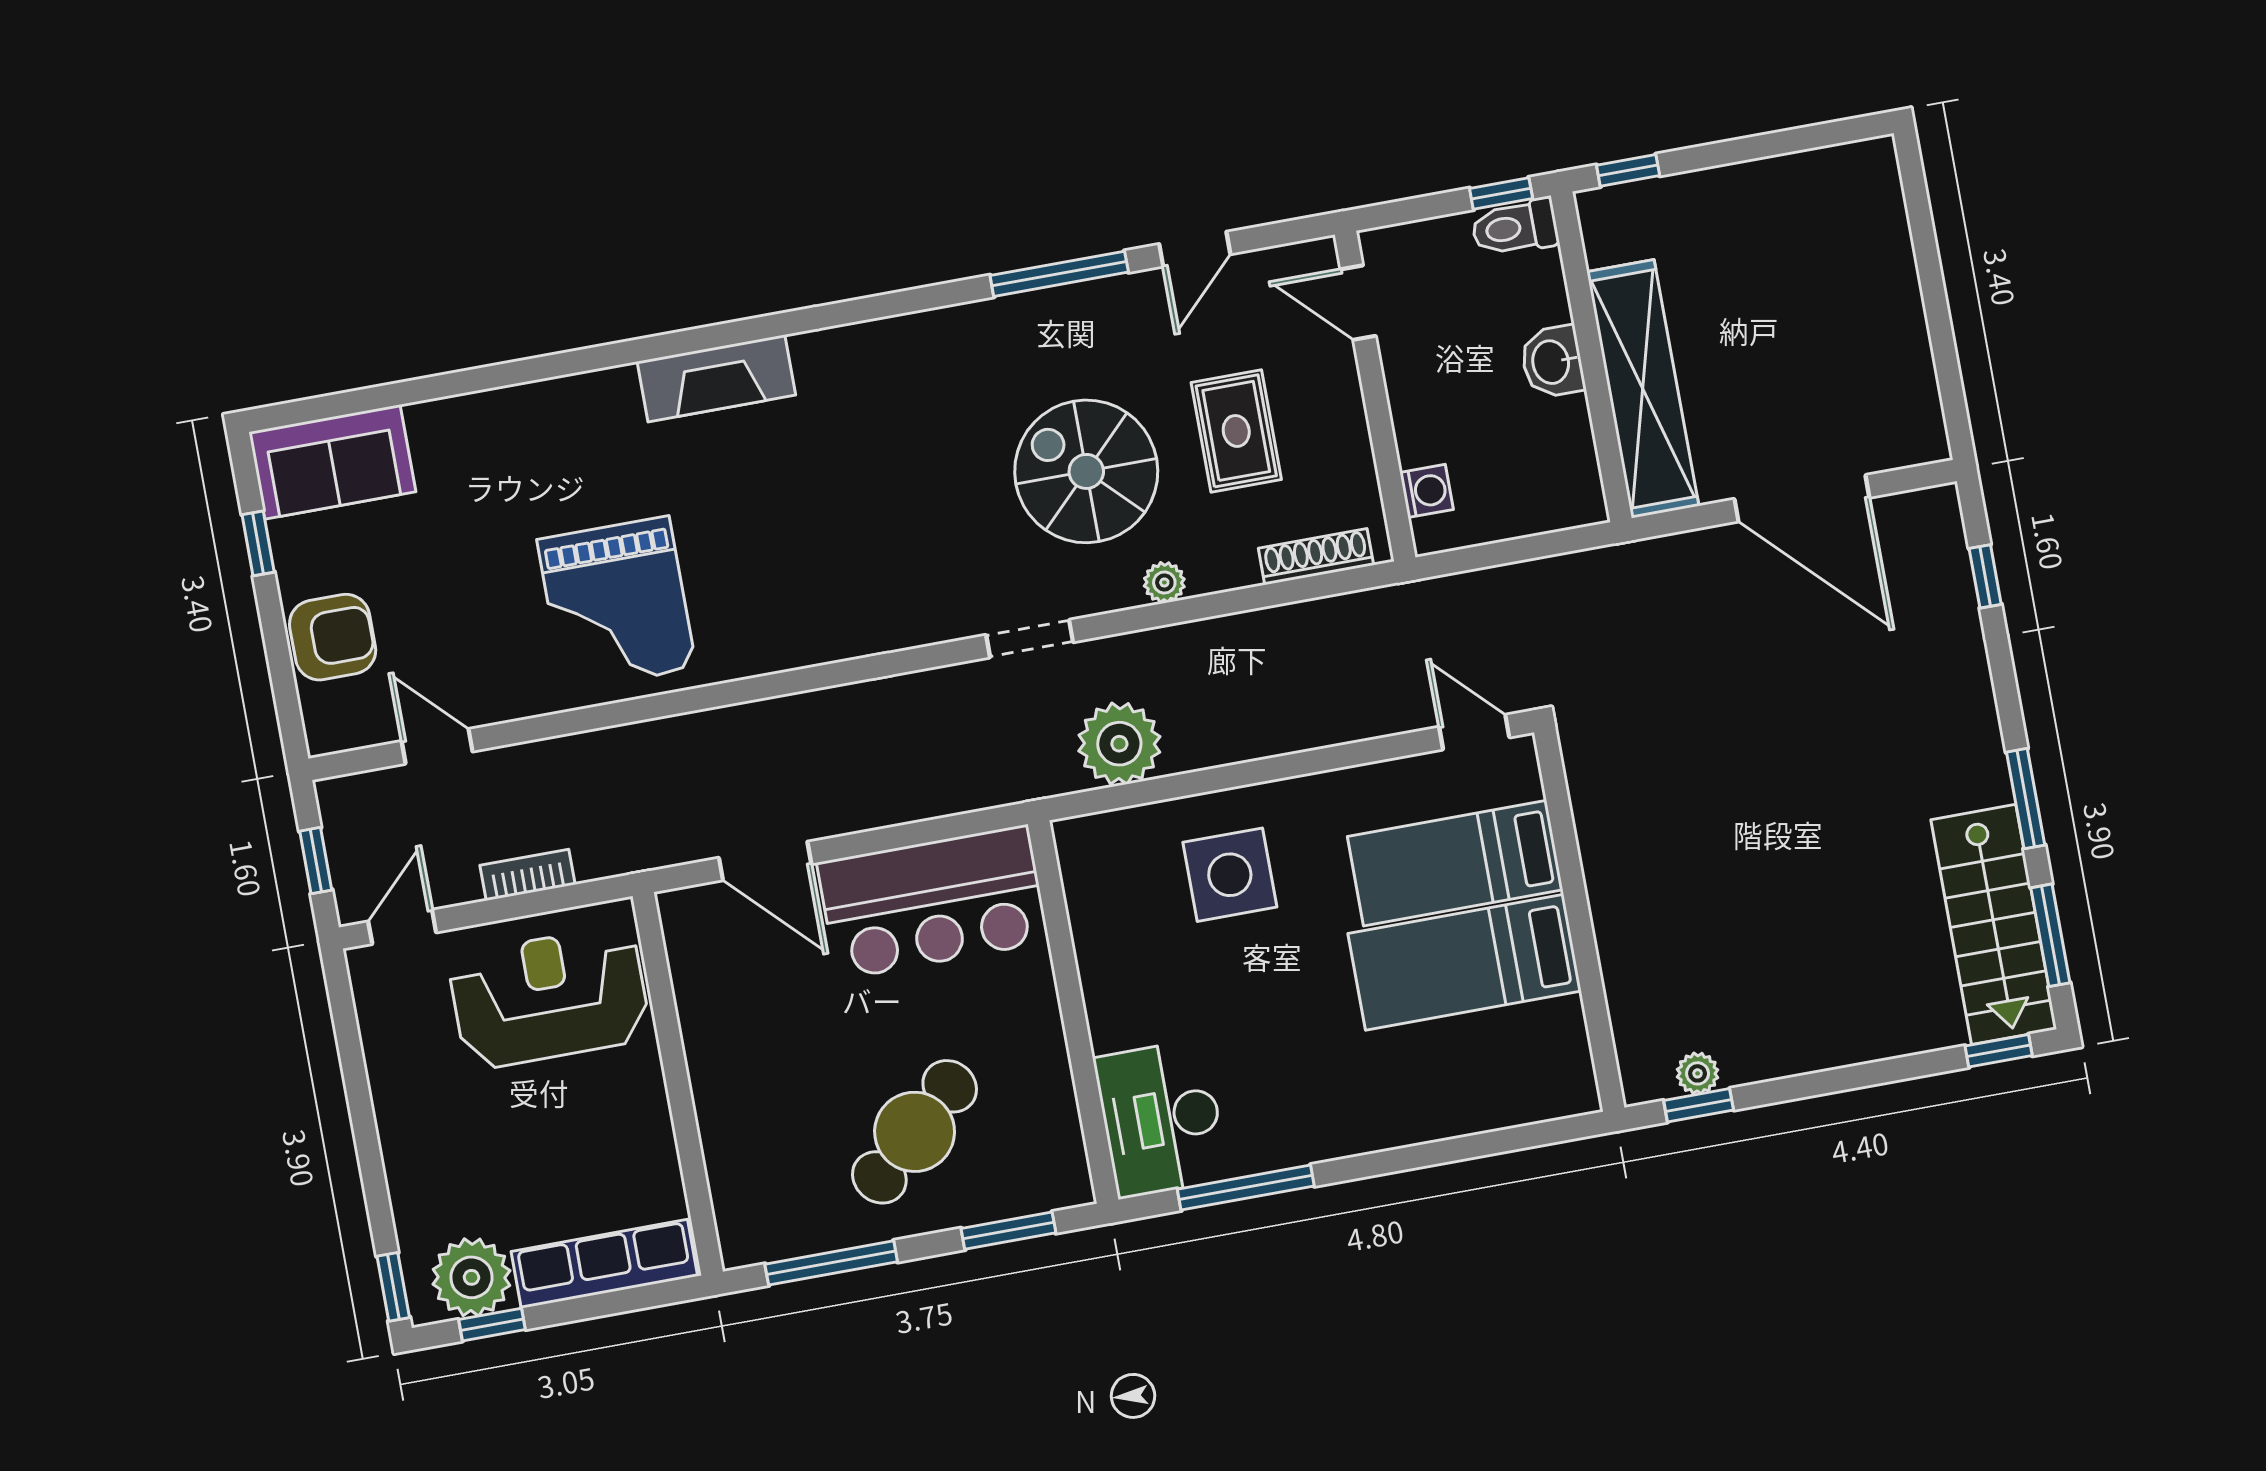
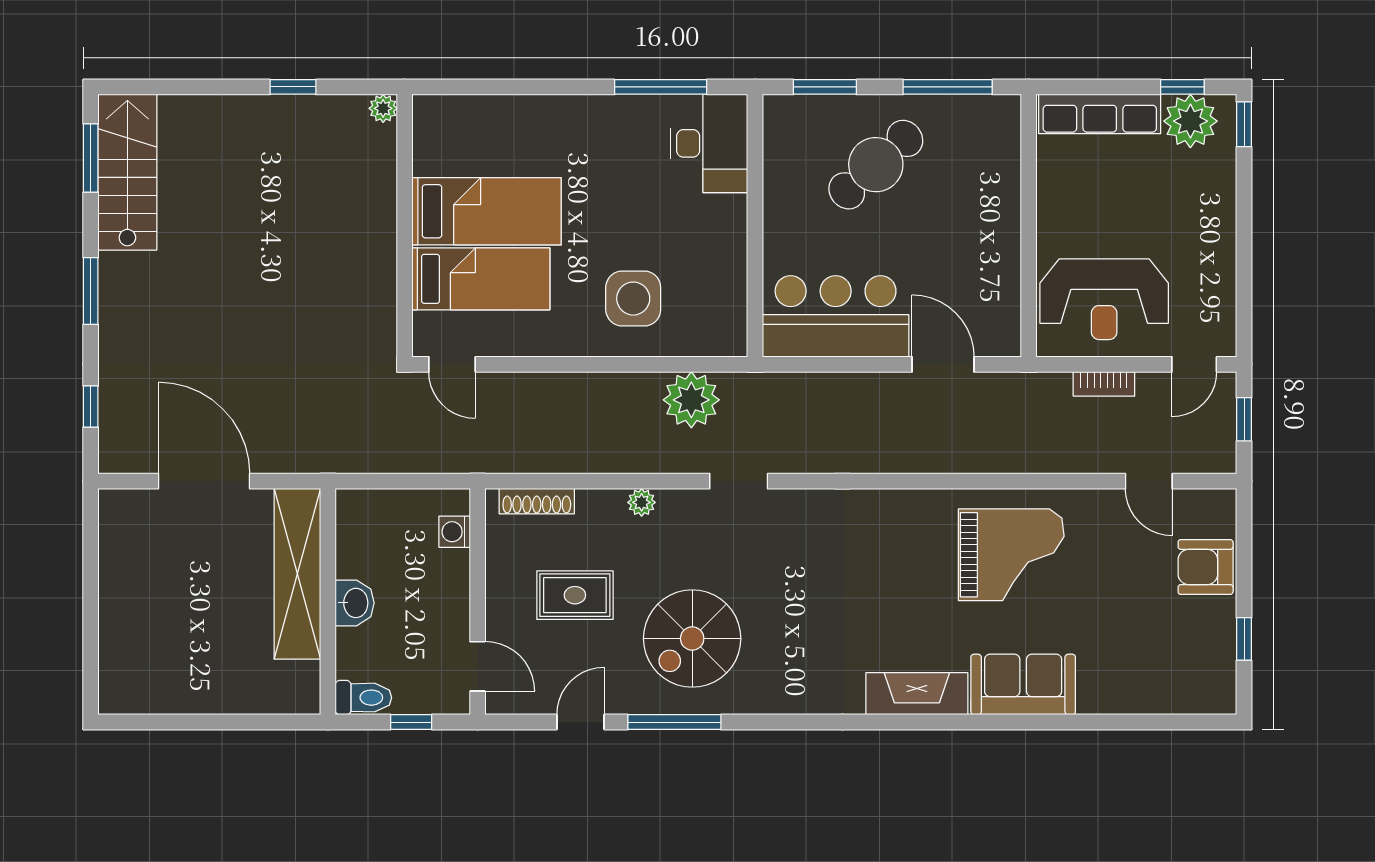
window: (1628, 170) -> (281, 722), removed
window: (1501, 193) -> (411, 722), moved
rug: (1236, 431) -> (575, 595), turned 90
sofa: (332, 462) -> (1023, 684), moved
spiral stairs: (1086, 471) -> (692, 638), moved, turned 90
grand piano: (617, 604) -> (1011, 555), turned 90
window: (2026, 799) -> (91, 291), moved
window: (1999, 1051) -> (139, 87), removed
plant: (1698, 1073) -> (383, 108), moved
window: (1699, 1105) -> (293, 87), moved

